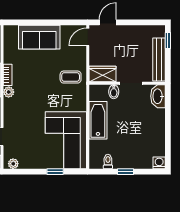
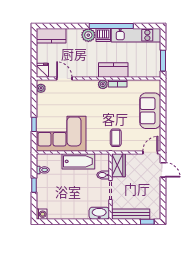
door: (88, 37) -> (150, 152), hinge flipped

